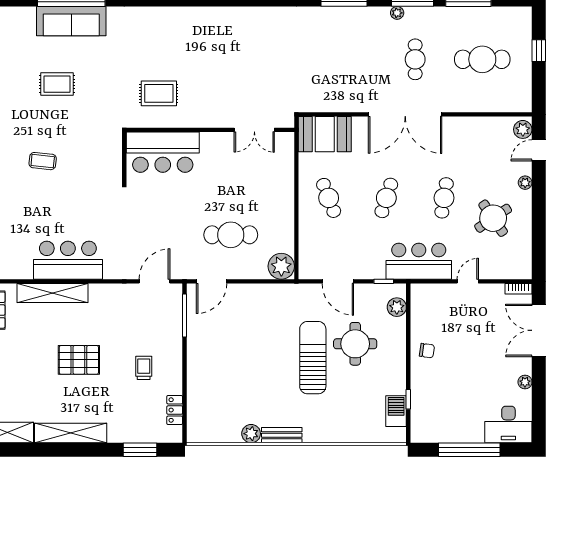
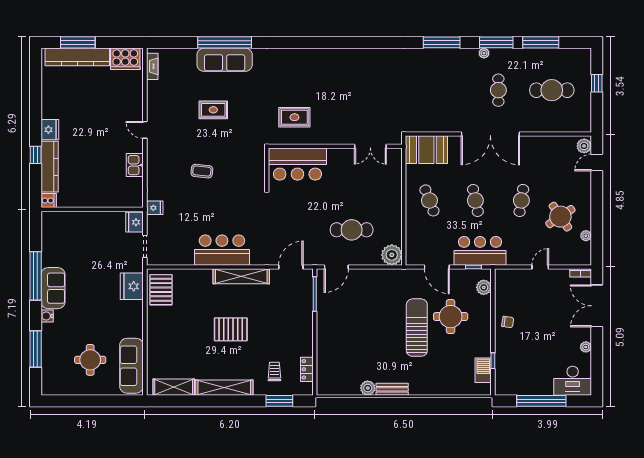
plant: (525, 183) -> (586, 236), moved
cafe table: (386, 198) -> (475, 200), turned -30
bar counter: (419, 261) -> (480, 251), moved
shelving: (52, 293) -> (241, 276), moved
trolley: (144, 368) -> (274, 371), moved

